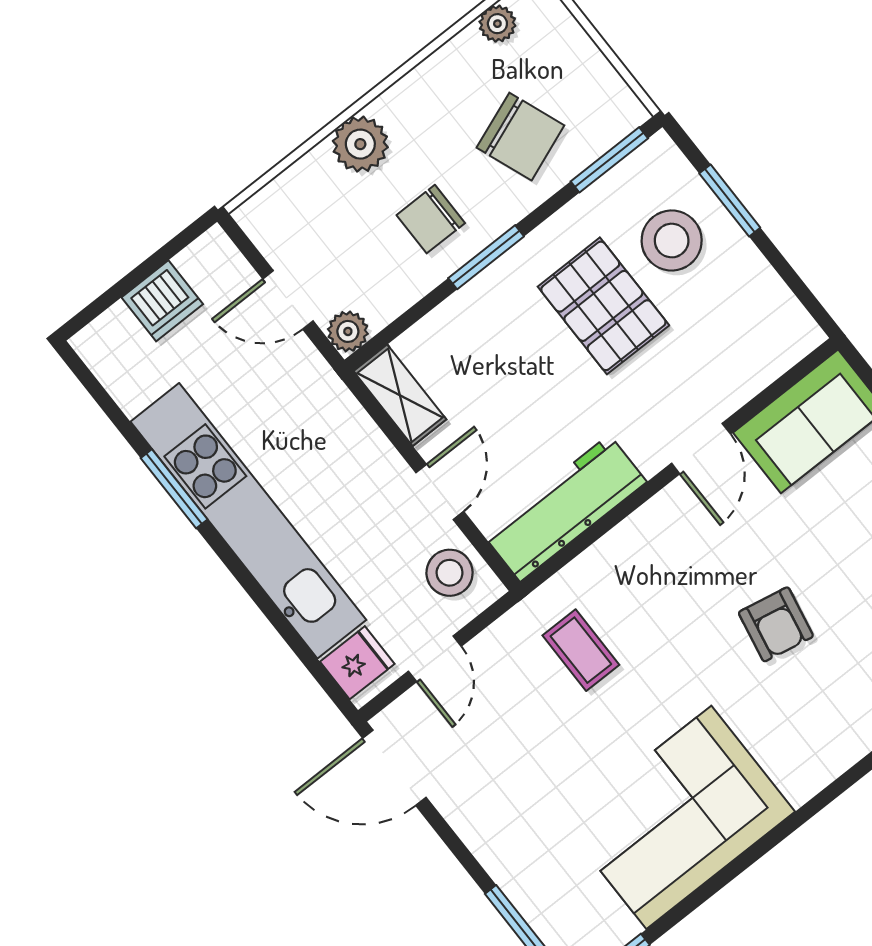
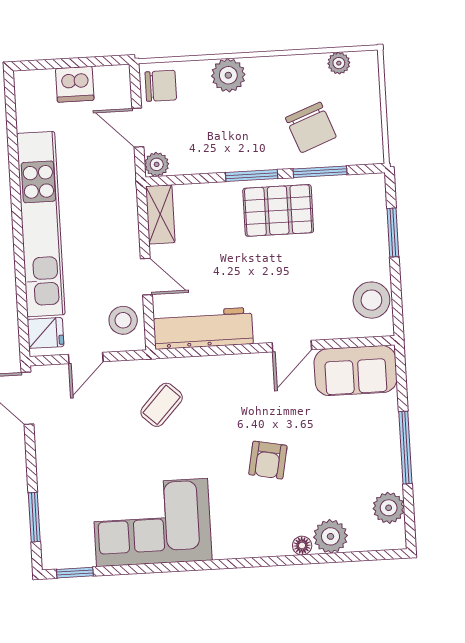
window: (609, 160) -> (320, 172), moved
chair: (431, 219) -> (161, 86), moved, turned 180
stool: (672, 241) -> (371, 300), moved
pallet: (603, 306) -> (278, 210), moved, turned 90
window: (174, 489) -> (15, 182), removed
door: (440, 492) -> (146, 277), hinge flipped
coffee table: (581, 650) -> (162, 405), turned 43

